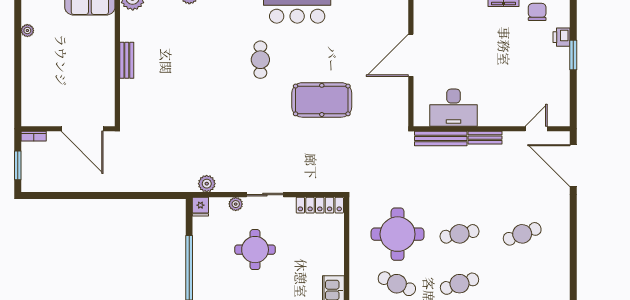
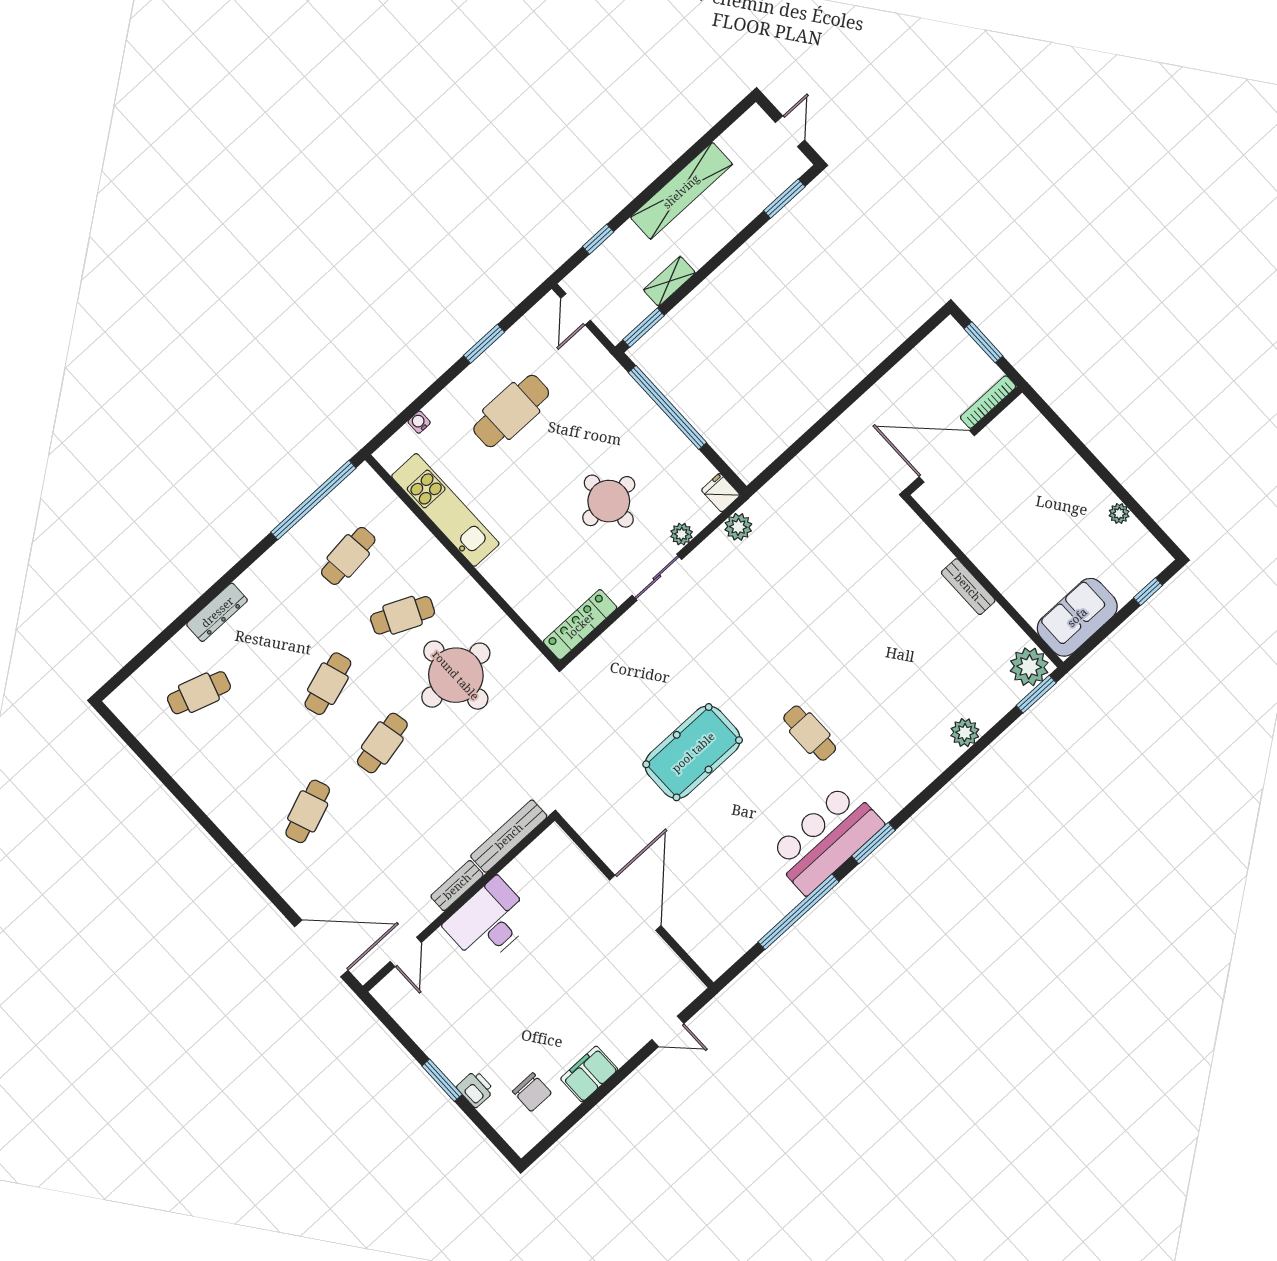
desk: (454, 108) -> (489, 922), moved
bookcase: (34, 136) -> (988, 402), width x1.56

